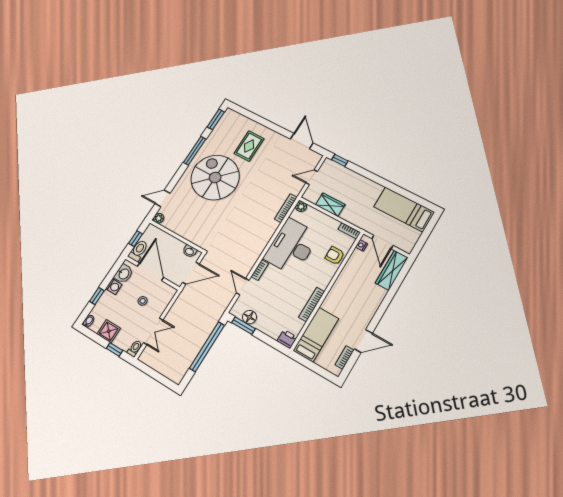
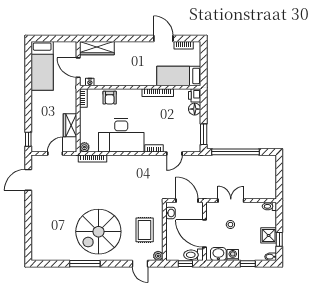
window: (216, 119) -> (48, 264), removed
rug: (249, 146) -> (145, 230), moved, turned 90
door: (312, 177) -> (55, 153), swing flipped
door: (382, 242) -> (78, 68), swing flipped
door: (150, 272) -> (205, 233), hinge flipped
floor lamp: (250, 317) -> (195, 109), moved
double door: (153, 331) -> (231, 201), moved
window: (115, 349) -> (279, 239), moved

